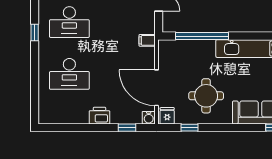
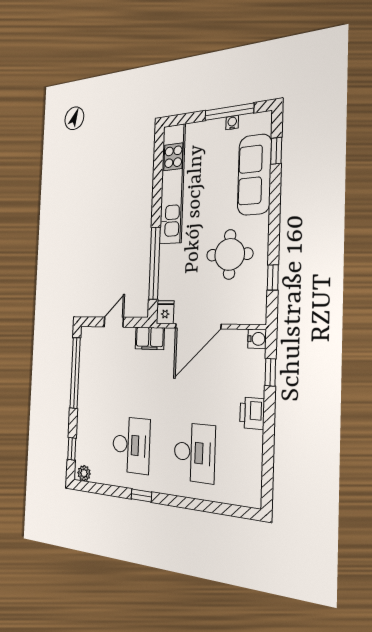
filing cabinet: (147, 40) -> (150, 338), width x2.00
door: (157, 88) -> (198, 326), moved
fridge: (167, 116) -> (165, 312), moved, turned 90

